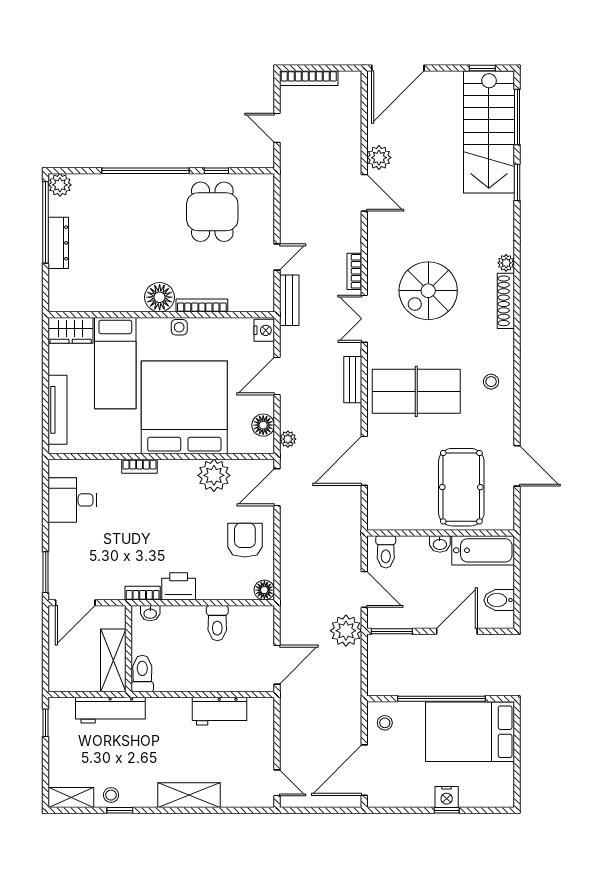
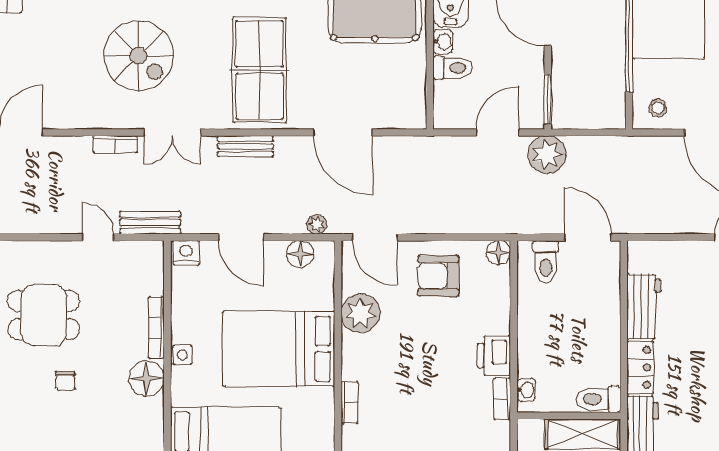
chair: (157, 230) -> (65, 381), added
bed: (184, 407) -> (279, 349), width x0.73
toilet: (386, 552) -> (452, 68), moved
toilet: (217, 623) -> (546, 262), moved, turned 90
locker: (169, 708) -> (640, 367), added

